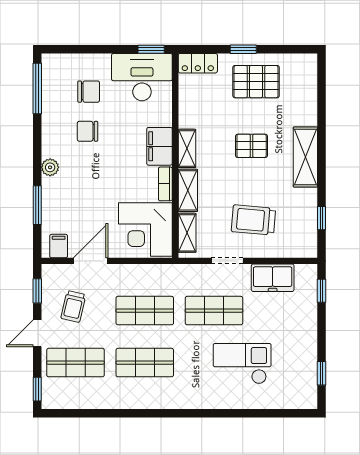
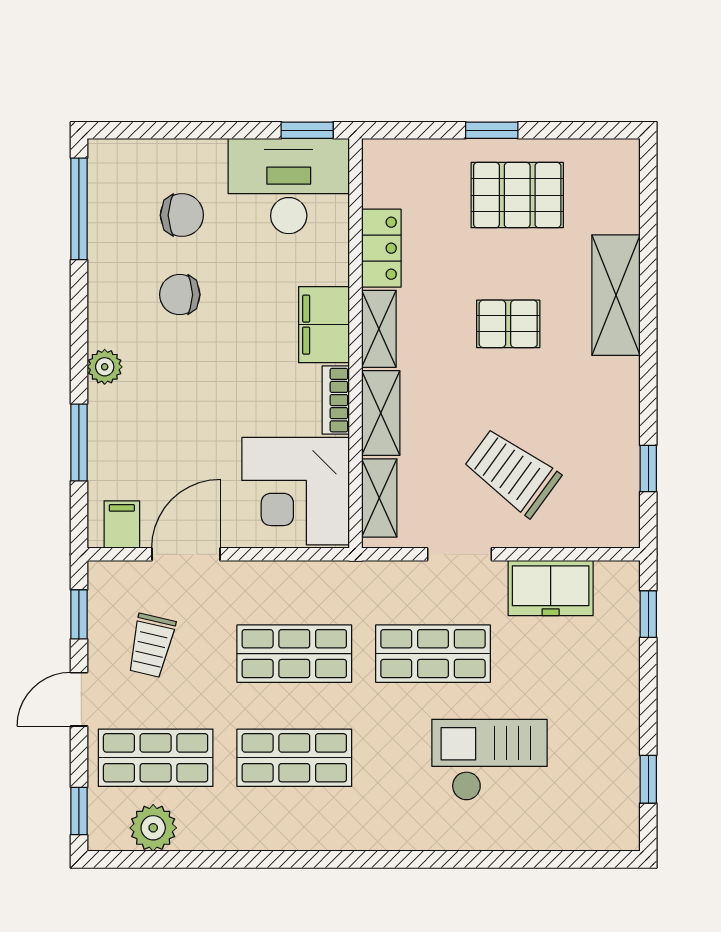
locker: (198, 63) -> (381, 248), moved, turned -90
shelving: (305, 157) -> (616, 295), moved
trolley: (253, 220) -> (512, 472), turned 31
plant: (74, 397) -> (153, 828), added

